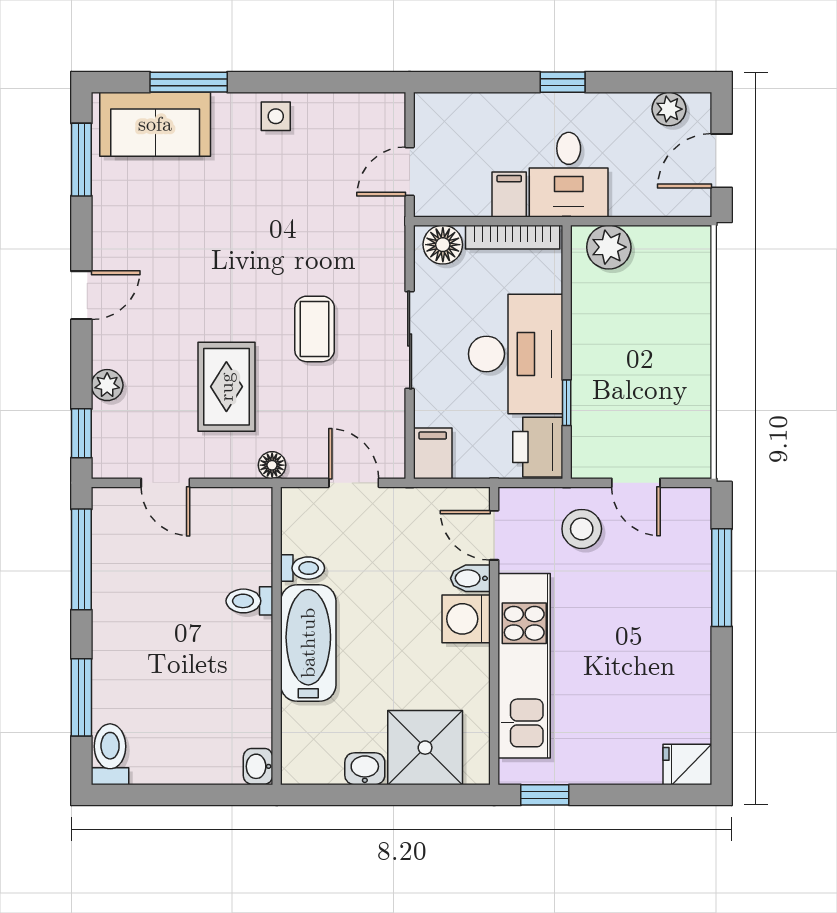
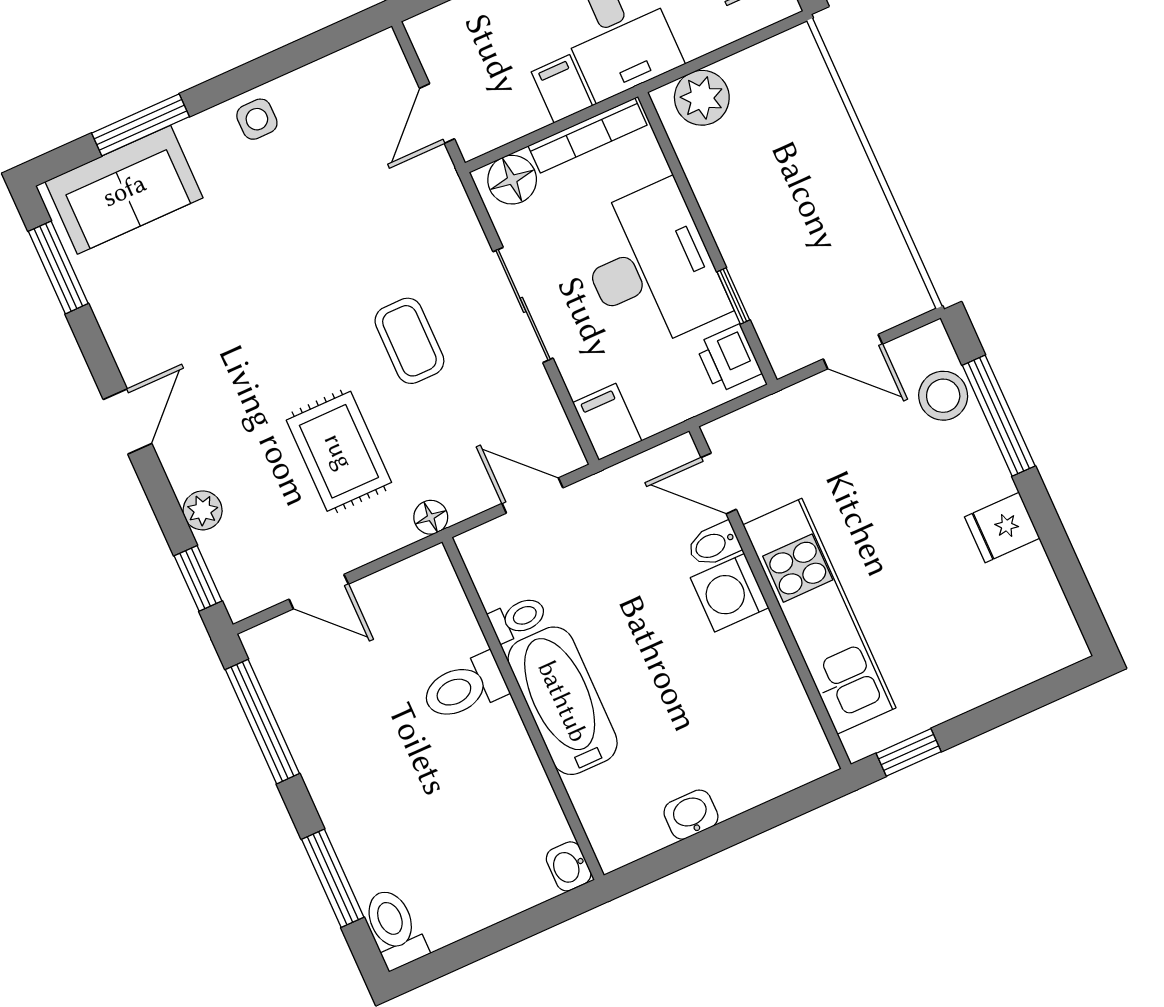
printer: (538, 447) -> (729, 359), width x0.73, depth x0.81
stool: (582, 529) -> (943, 396), moved
toilet: (249, 601) -> (464, 688), width x1.37, depth x1.39
shower: (425, 748) -> (749, 760), removed
fridge: (687, 764) -> (1002, 527), moved

